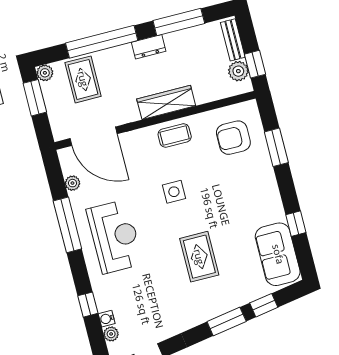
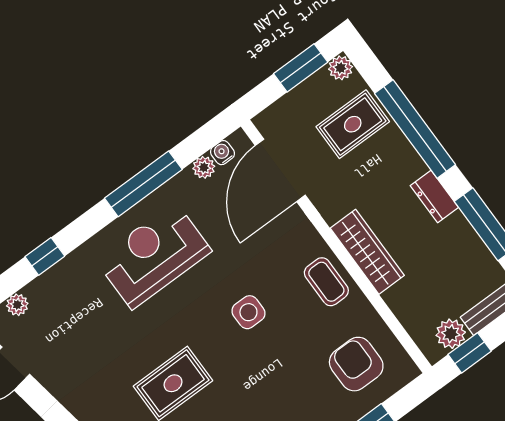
reception desk: (115, 237) -> (154, 255), turned 180
water cooler: (107, 319) -> (223, 153), moved

